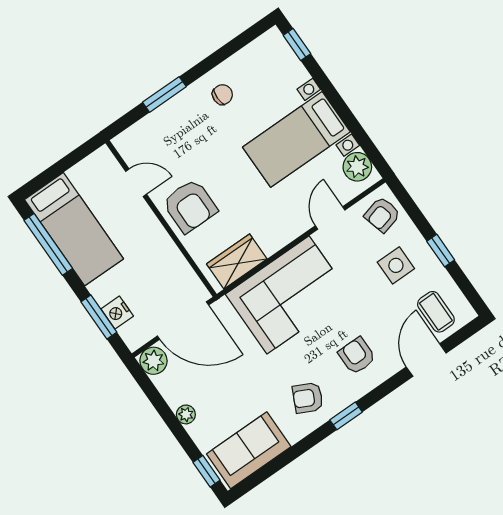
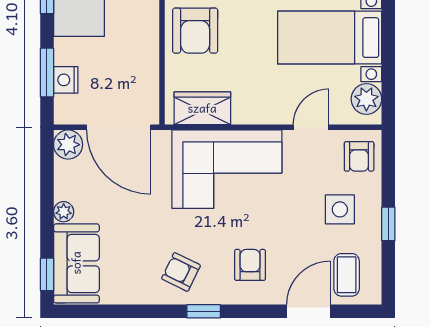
armchair: (382, 215) -> (359, 156), turned -75
sofa: (249, 450) -> (76, 263), moved, turned 90

